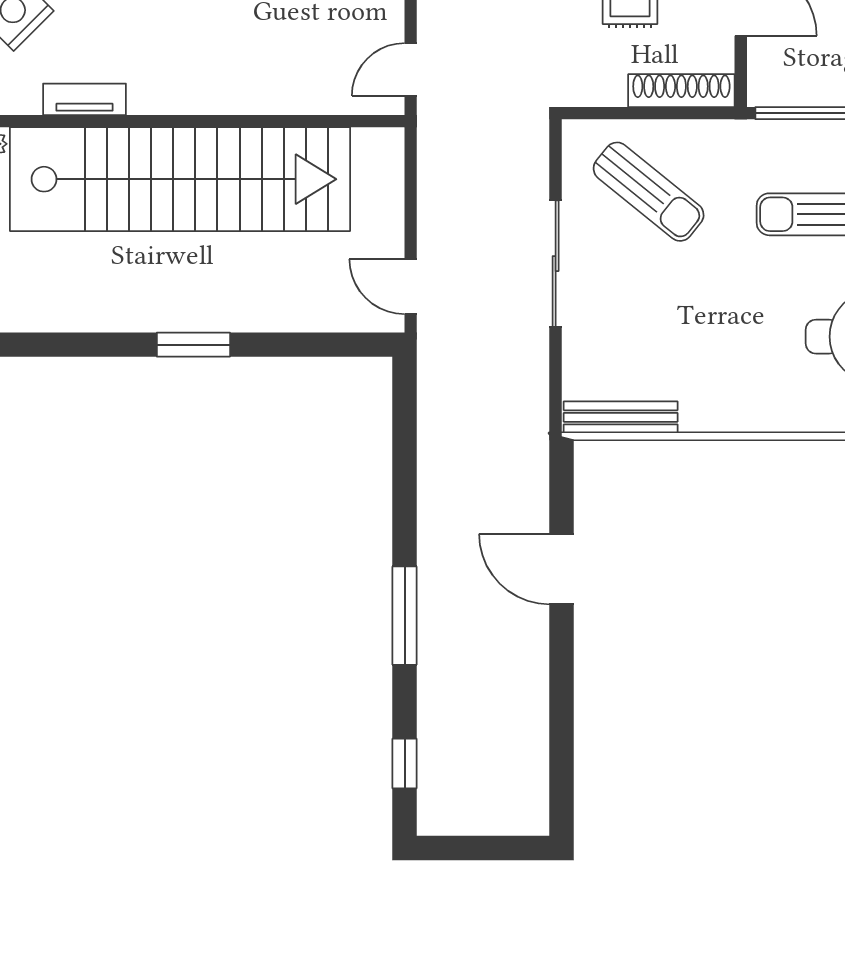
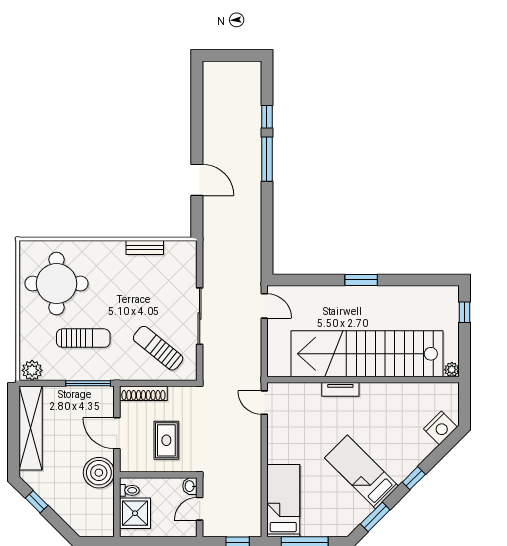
door: (411, 69) -> (264, 403), swing flipped
tv unit: (84, 99) -> (340, 389), moved
bench: (621, 417) -> (145, 248), moved, width x0.73
window: (405, 764) -> (267, 117), moved

